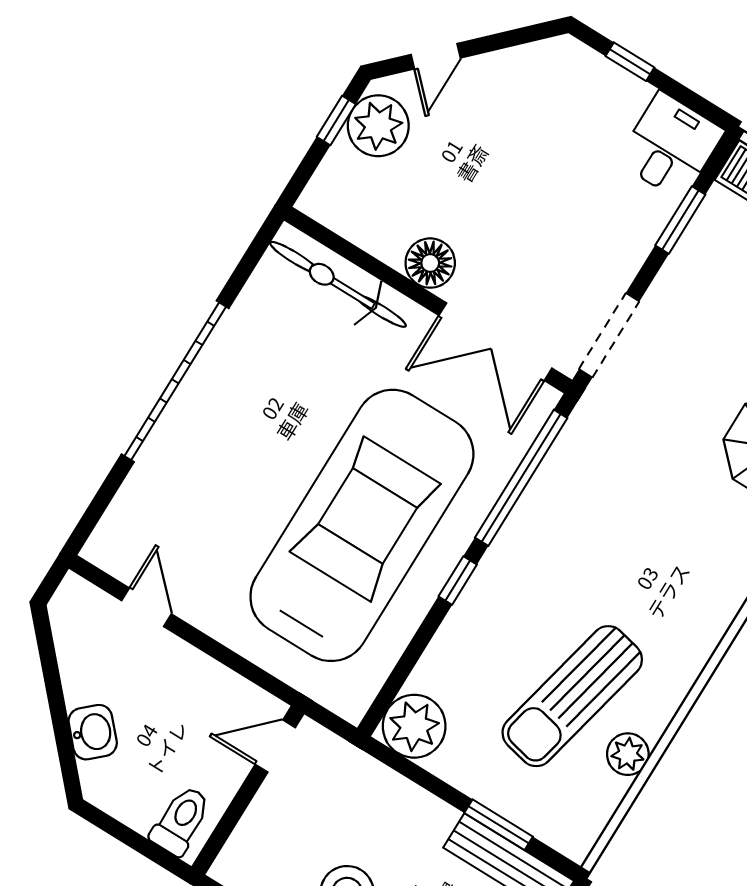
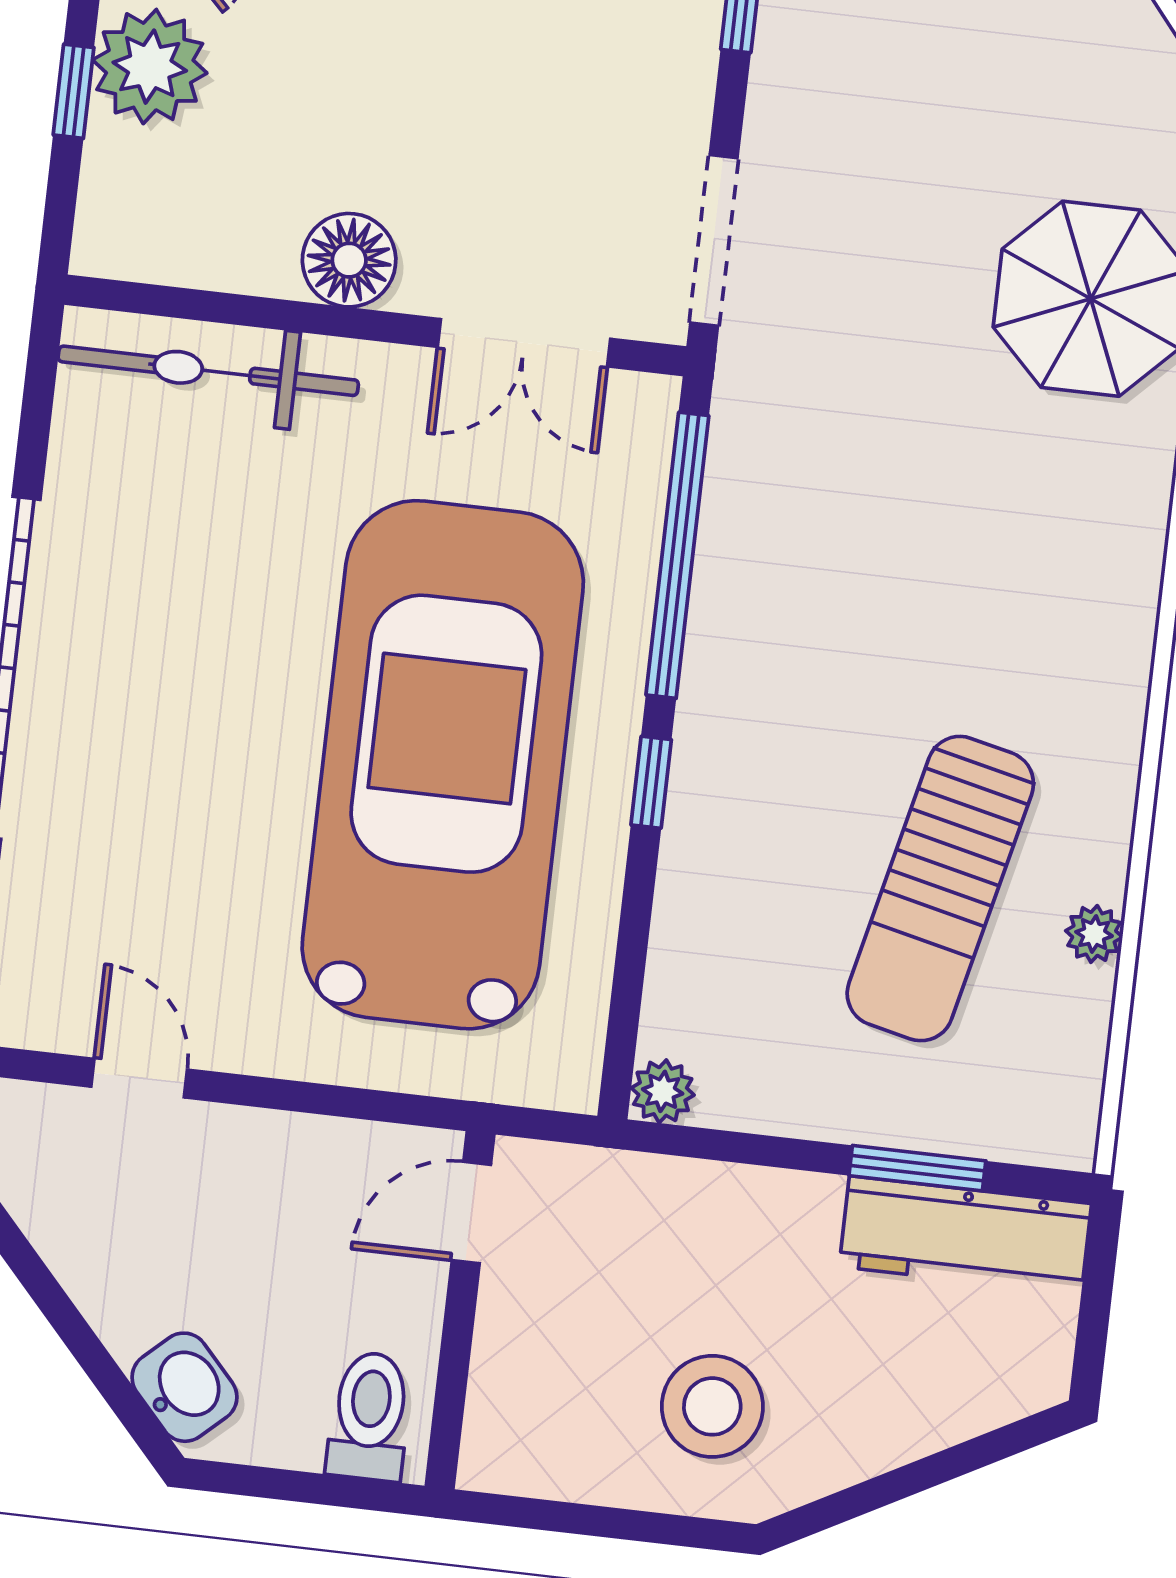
double door: (495, 342) -> (524, 343), width x0.73
plant: (414, 726) -> (663, 1091), width x0.53, depth x0.53
washbasin: (93, 732) -> (184, 1387), moved
plant: (628, 754) -> (1094, 934), width x0.73, depth x0.73

